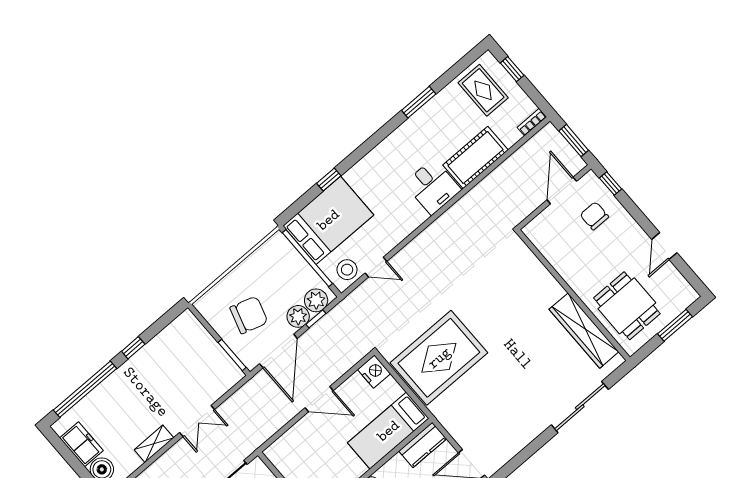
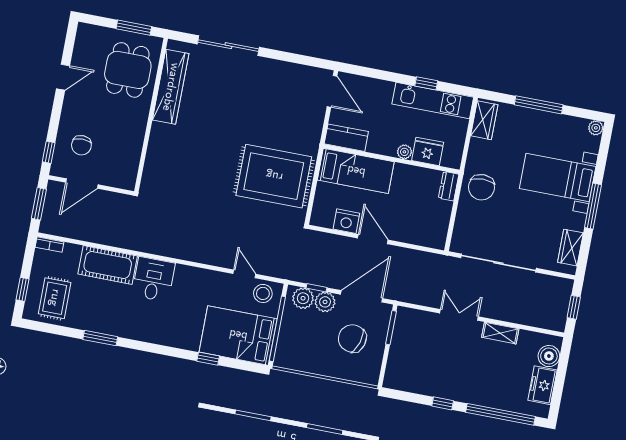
window: (675, 325) -> (134, 28), moved
nightstand: (374, 372) -> (346, 221), moved, turned -90

